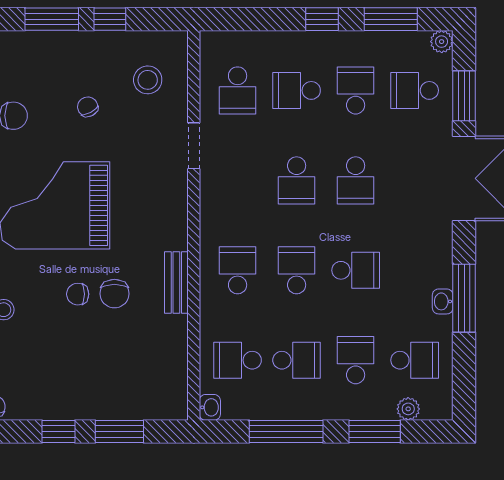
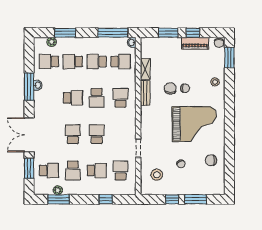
window: (322, 19) -> (106, 199), moved
plant: (442, 42) -> (58, 190), moved
school desk: (238, 270) -> (121, 98), turned 180
school desk: (356, 270) -> (73, 98), turned 180
shelving: (176, 342) -> (145, 69), added
school desk: (356, 360) -> (73, 62), turned 90
piano: (53, 405) -> (195, 43), added
window: (286, 432) -> (113, 33), moved

